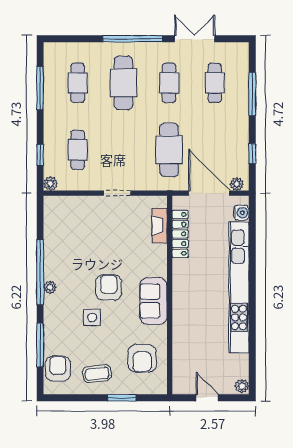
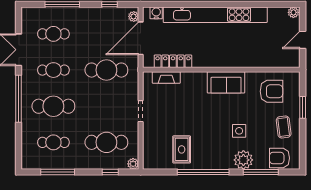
cafe table: (78, 150) -> (106, 142), width x1.37, depth x1.35
rug: (69, 245) -> (182, 149), added
plant: (50, 287) -> (243, 160), moved, width x1.88, depth x1.88
armchair: (109, 287) -> (215, 118), removed

